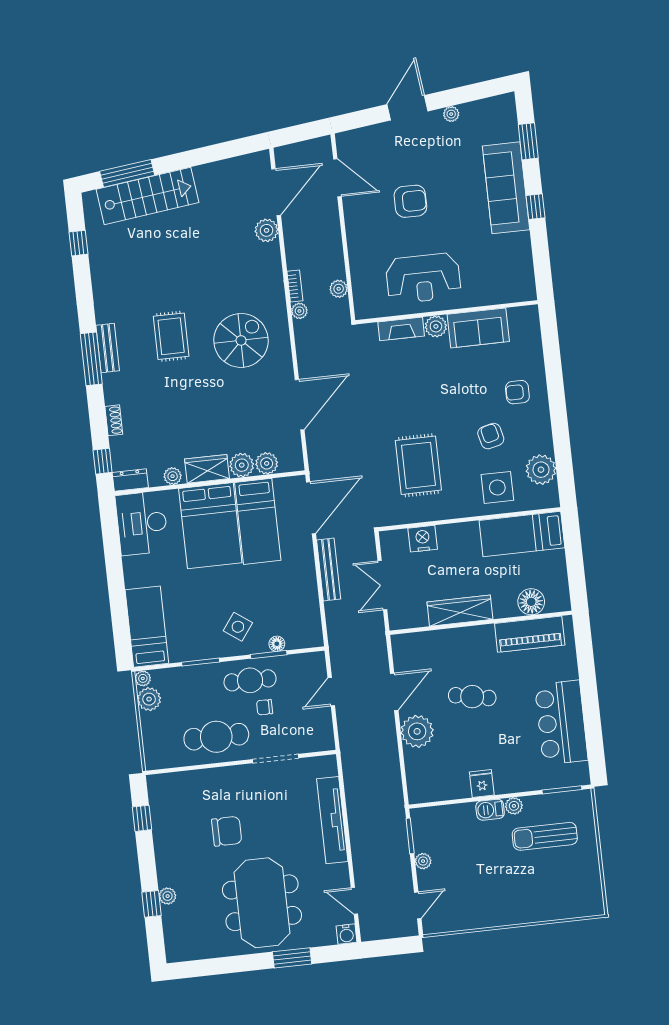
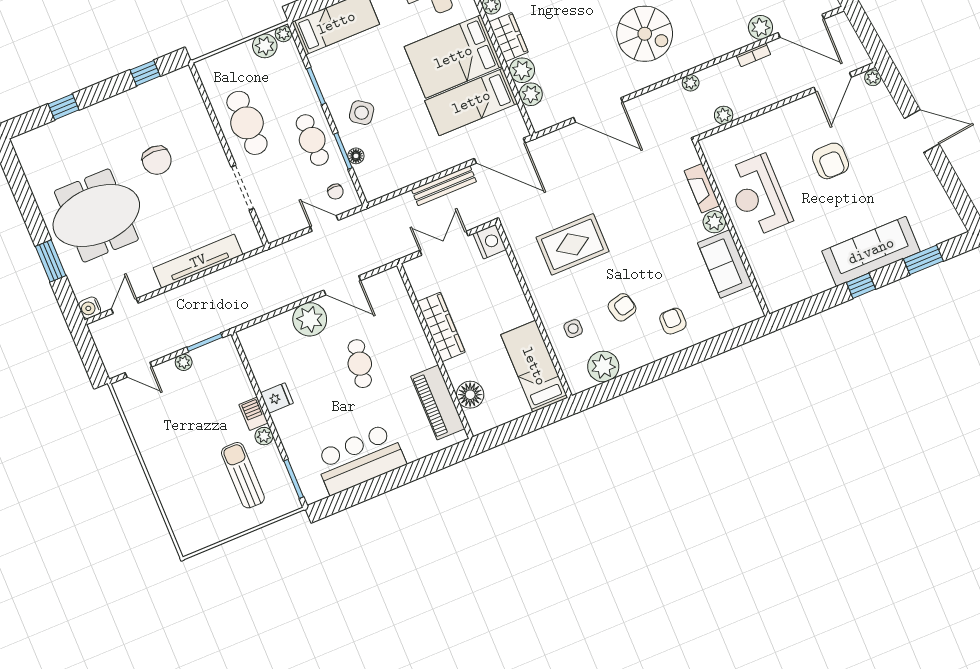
plant: (451, 114) -> (873, 78), moved
bookcase: (295, 286) -> (753, 55), moved
side table: (497, 487) -> (573, 329), width x0.54, depth x0.54
nightstand: (423, 539) -> (490, 242), moved
chair: (265, 707) -> (335, 192), moved, turned 180
plant: (168, 896) -> (76, 120), removed

